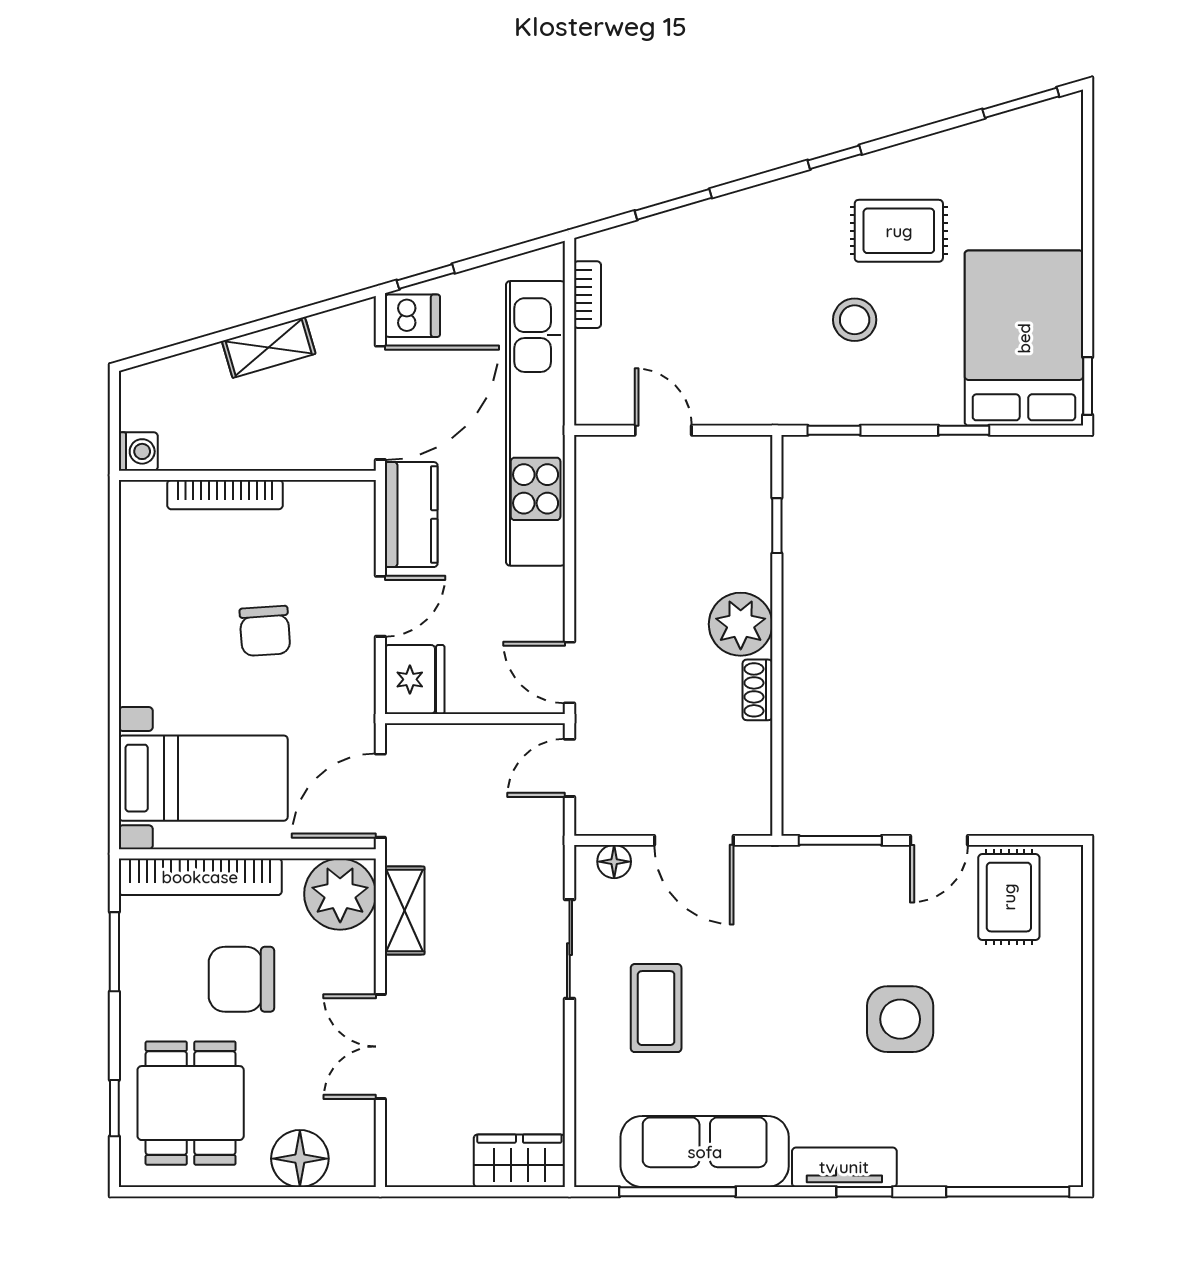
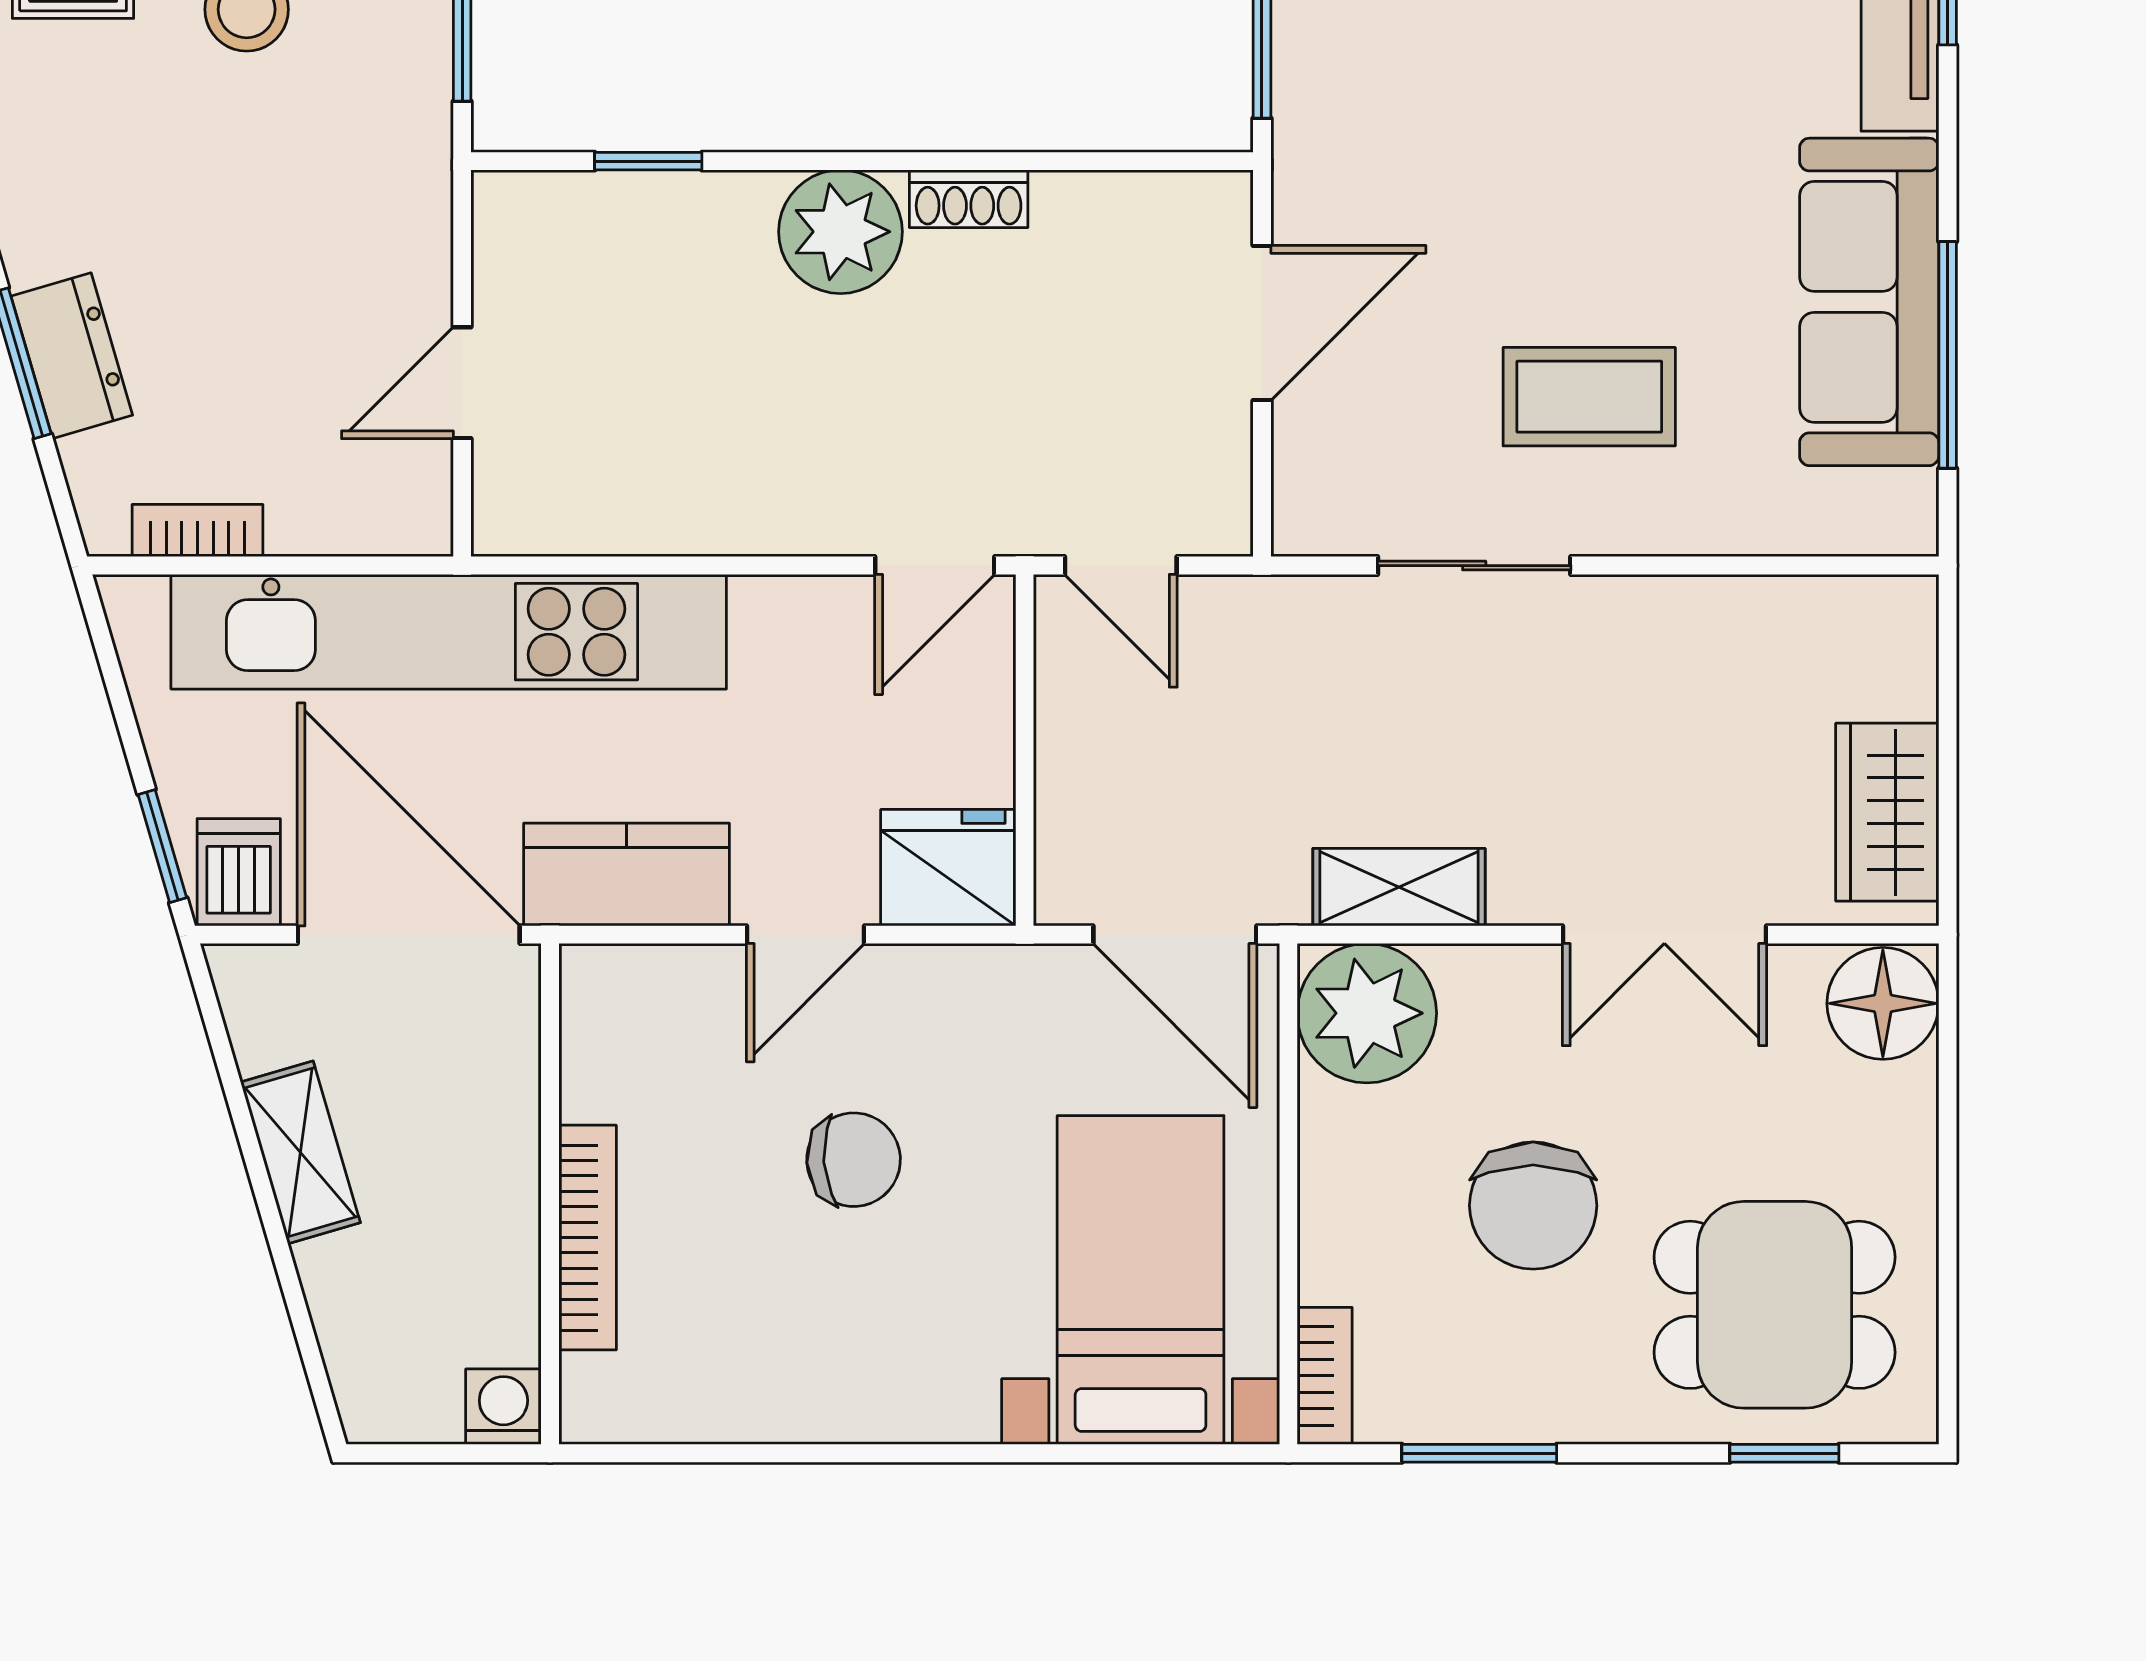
dresser: (677, 230) -> (72, 356), added
door: (380, 606) -> (805, 935), swing flipped
floor lamp: (614, 862) -> (1303, 478), removed
bookcase: (200, 877) -> (1325, 1376), width x0.43, depth x0.76
floor lamp: (300, 1159) -> (1883, 1003), moved
wardrobe: (519, 1161) -> (1887, 812), moved

